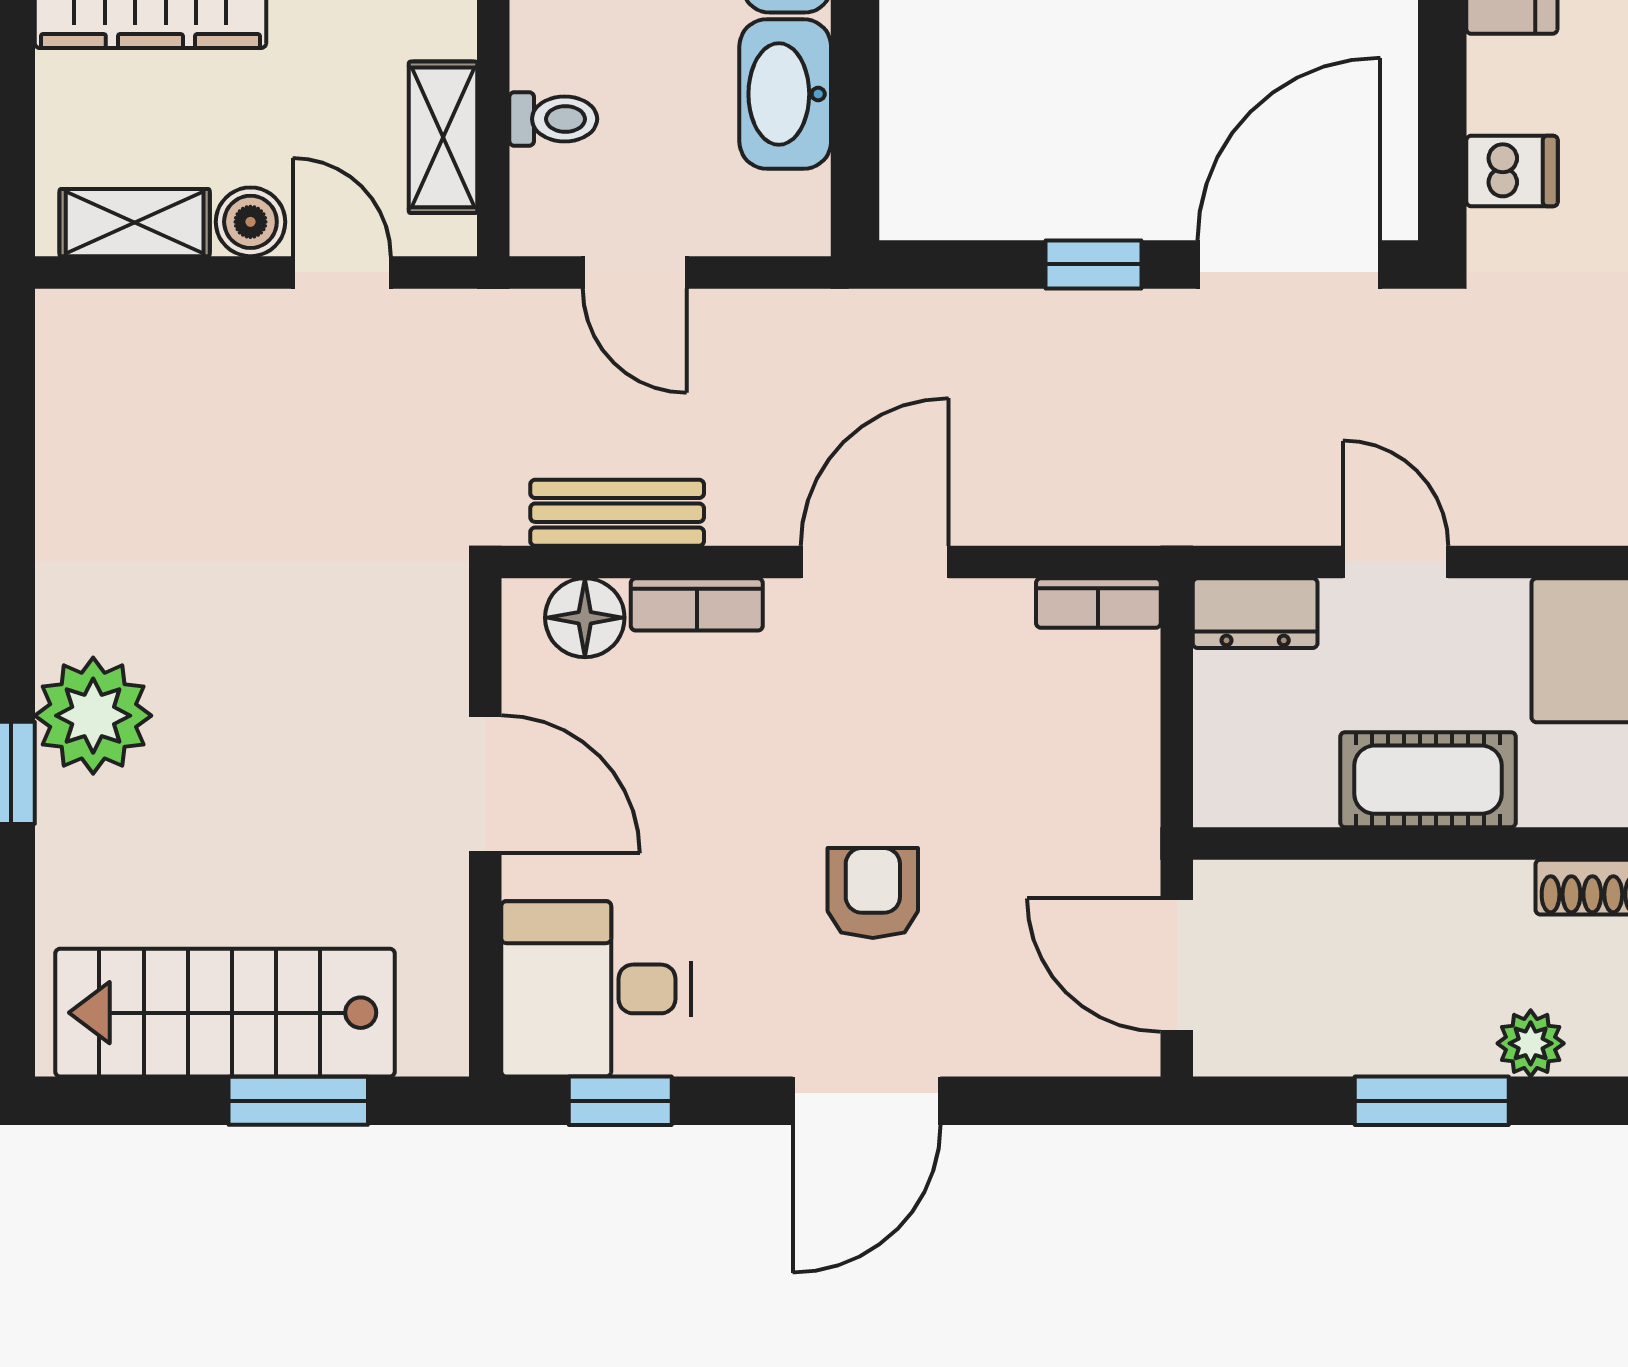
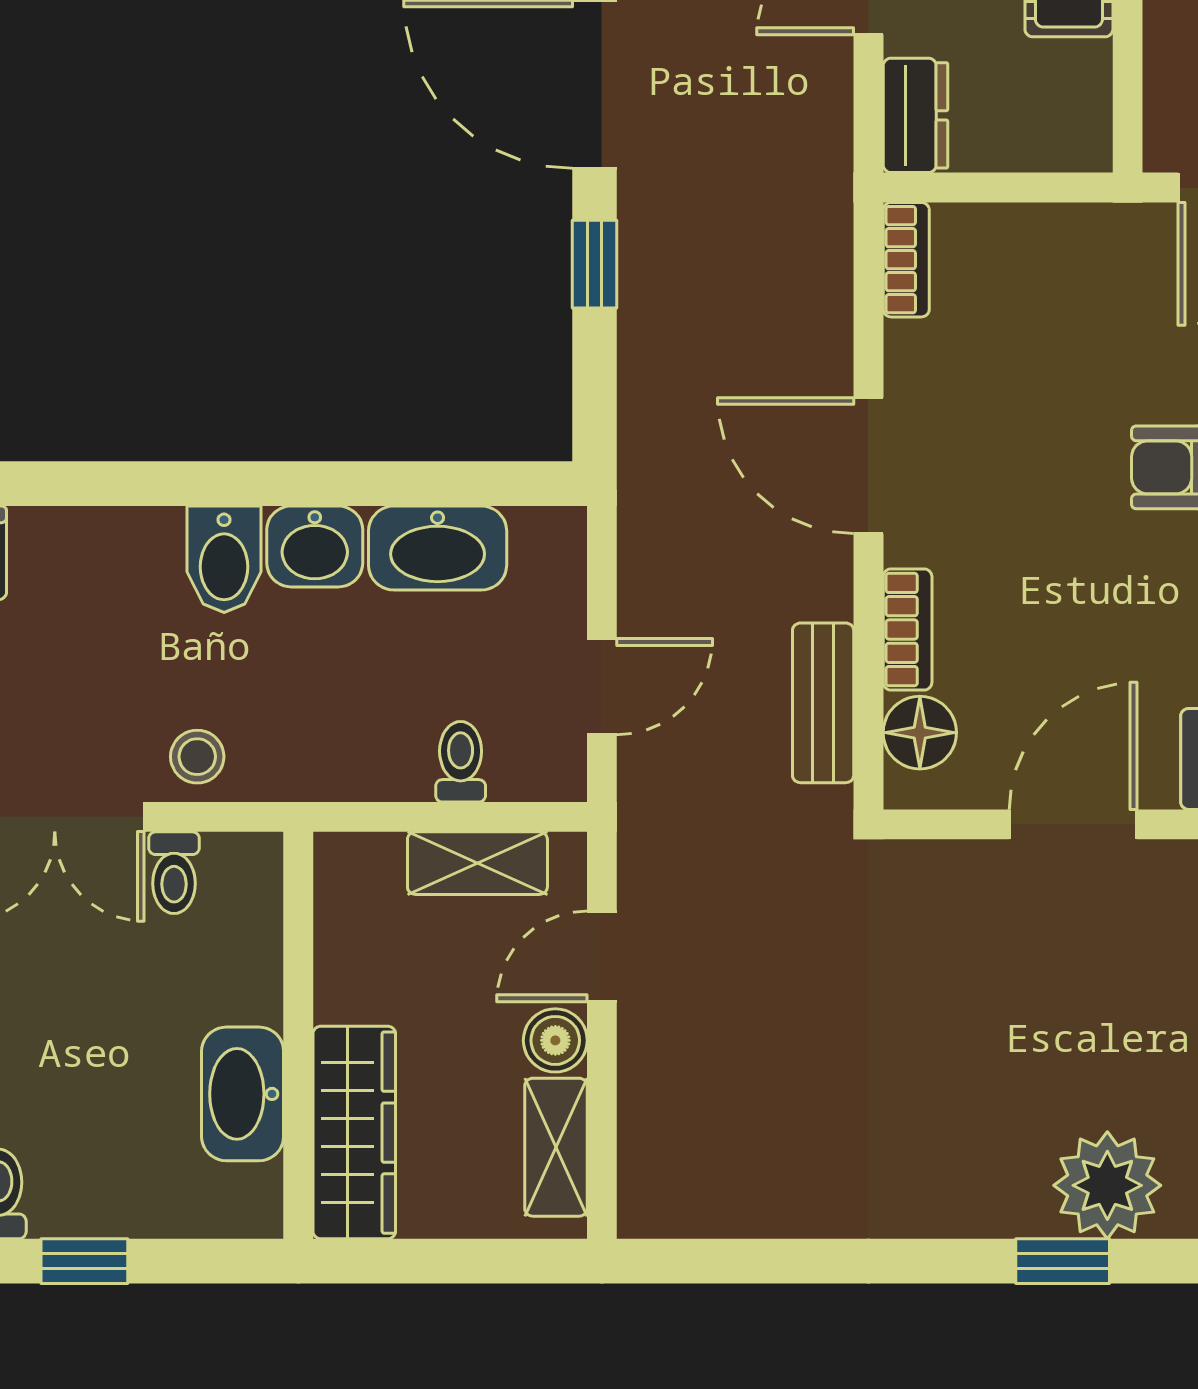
plant: (93, 716) -> (1107, 1185), moved

